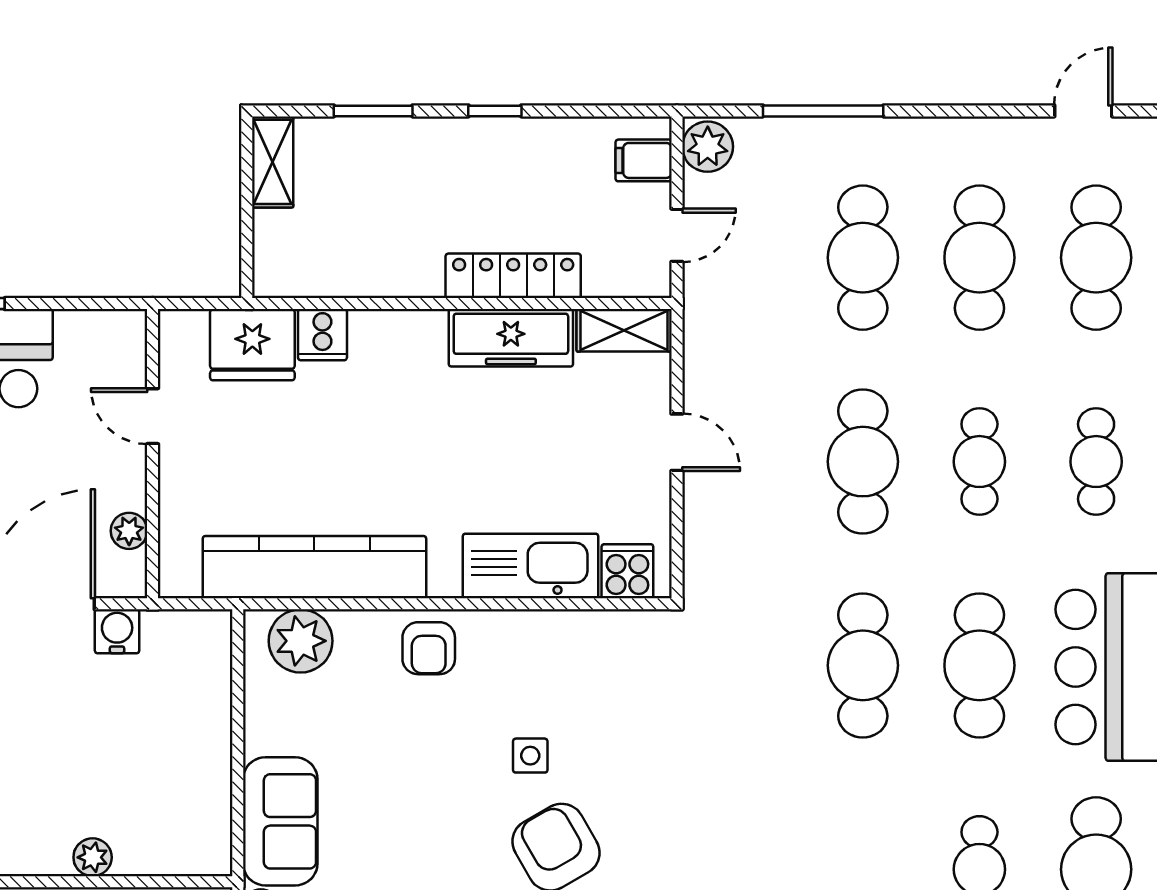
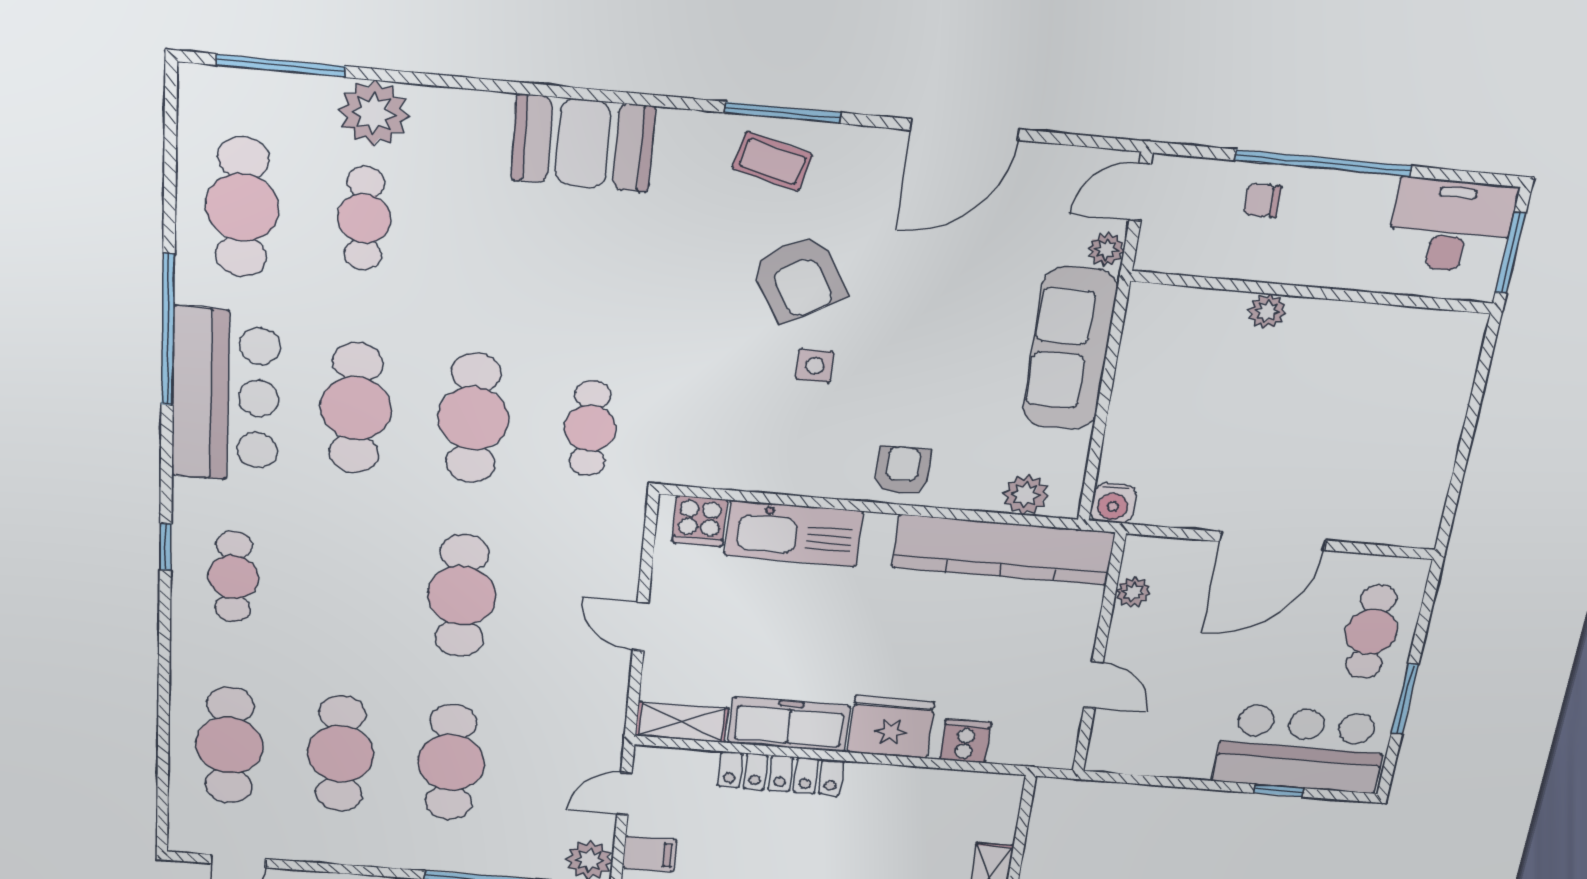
fridge: (252, 345) -> (891, 727), moved
door: (153, 416) -> (1093, 685), moved
wall: (153, 454) -> (1099, 654), moved
cafe table: (979, 462) -> (590, 428), moved
plant: (129, 531) -> (1133, 592), moved
water cooler: (117, 631) -> (1113, 503), moved
plant: (301, 641) -> (1026, 495), width x0.73, depth x0.73
sofa: (280, 821) -> (1070, 349), width x1.36

